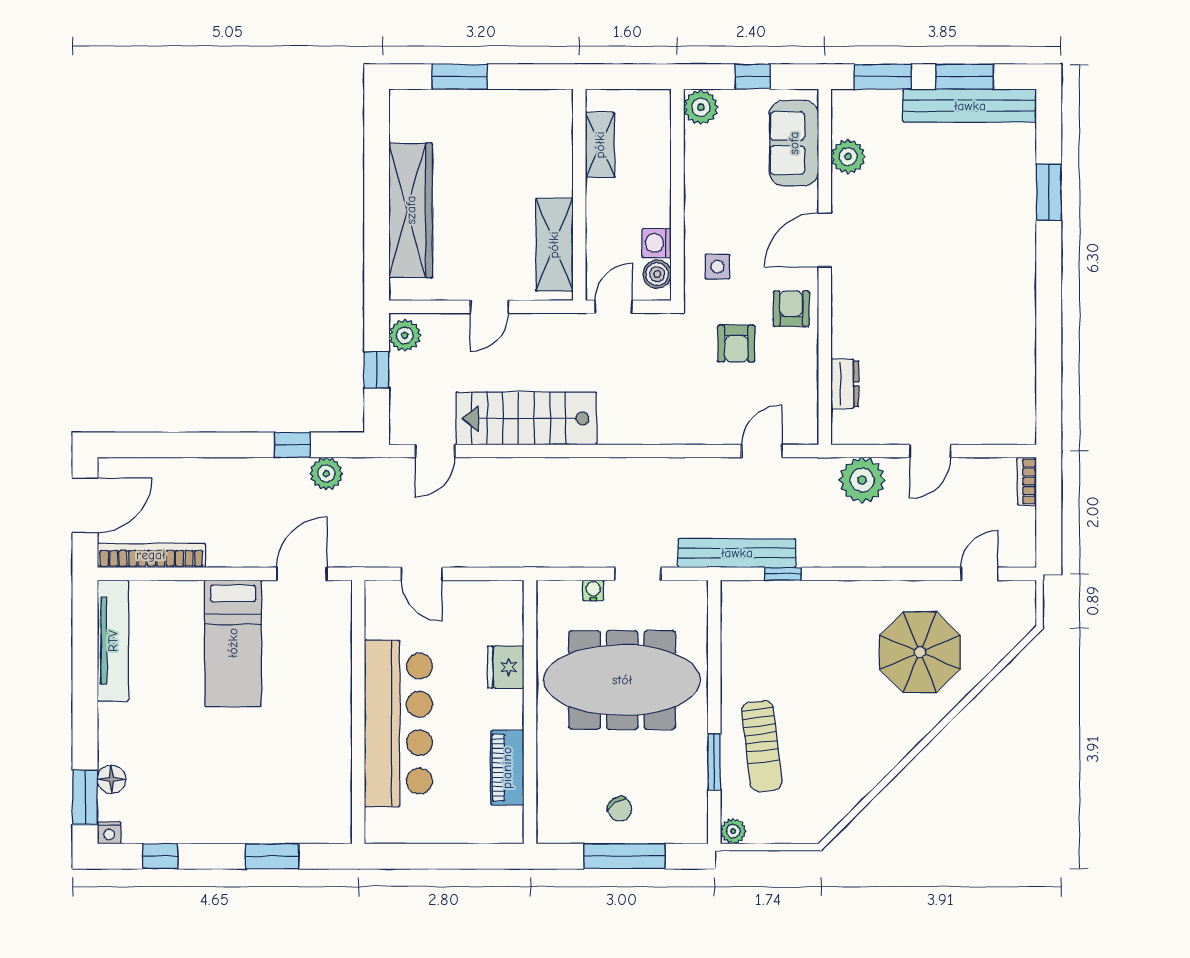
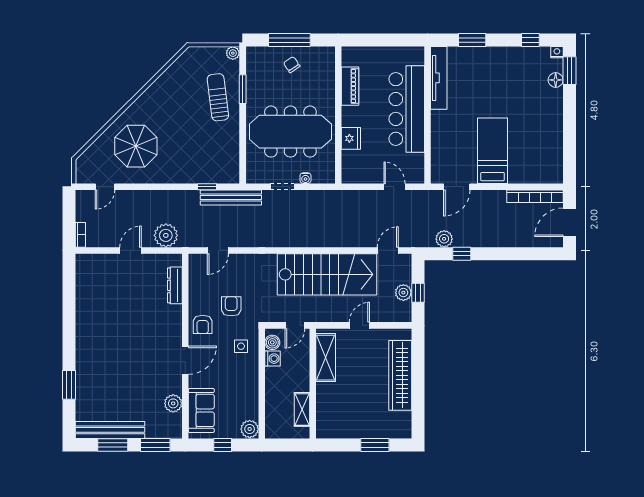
plant: (405, 335) -> (403, 293), moved
dresser: (845, 384) -> (175, 285), width x1.44
stairs: (526, 418) -> (327, 274), width x1.36, depth x1.51
tv unit: (113, 641) -> (439, 78), moved, turned 180

